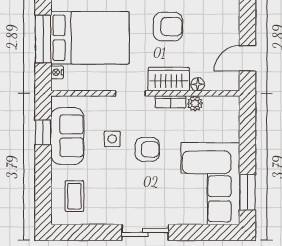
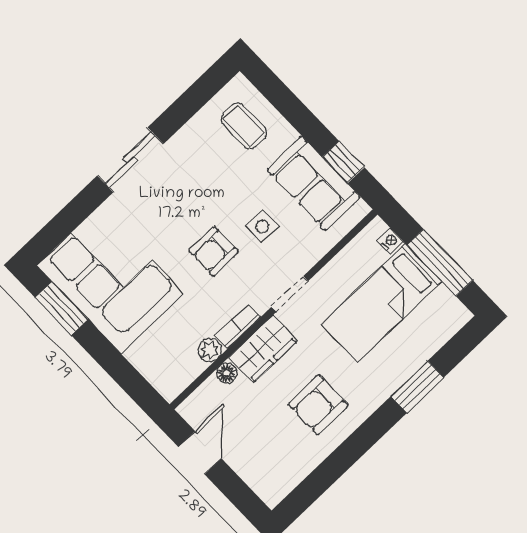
bed: (90, 38) -> (381, 303), width x0.67

